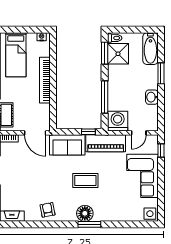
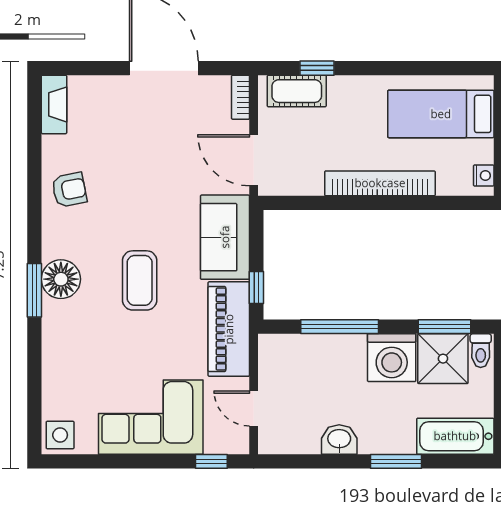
washing machine: (118, 121) -> (392, 358), moved, turned 90
door: (35, 133) -> (254, 160), hinge flipped

